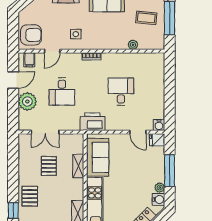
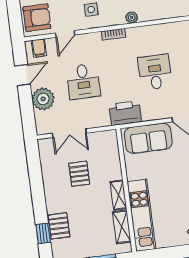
plant: (133, 45) -> (132, 17), moved
sofa: (98, 157) -> (148, 138), moved, turned 90
shelving: (78, 166) -> (118, 195), moved
pallet: (30, 196) -> (59, 226), moved

